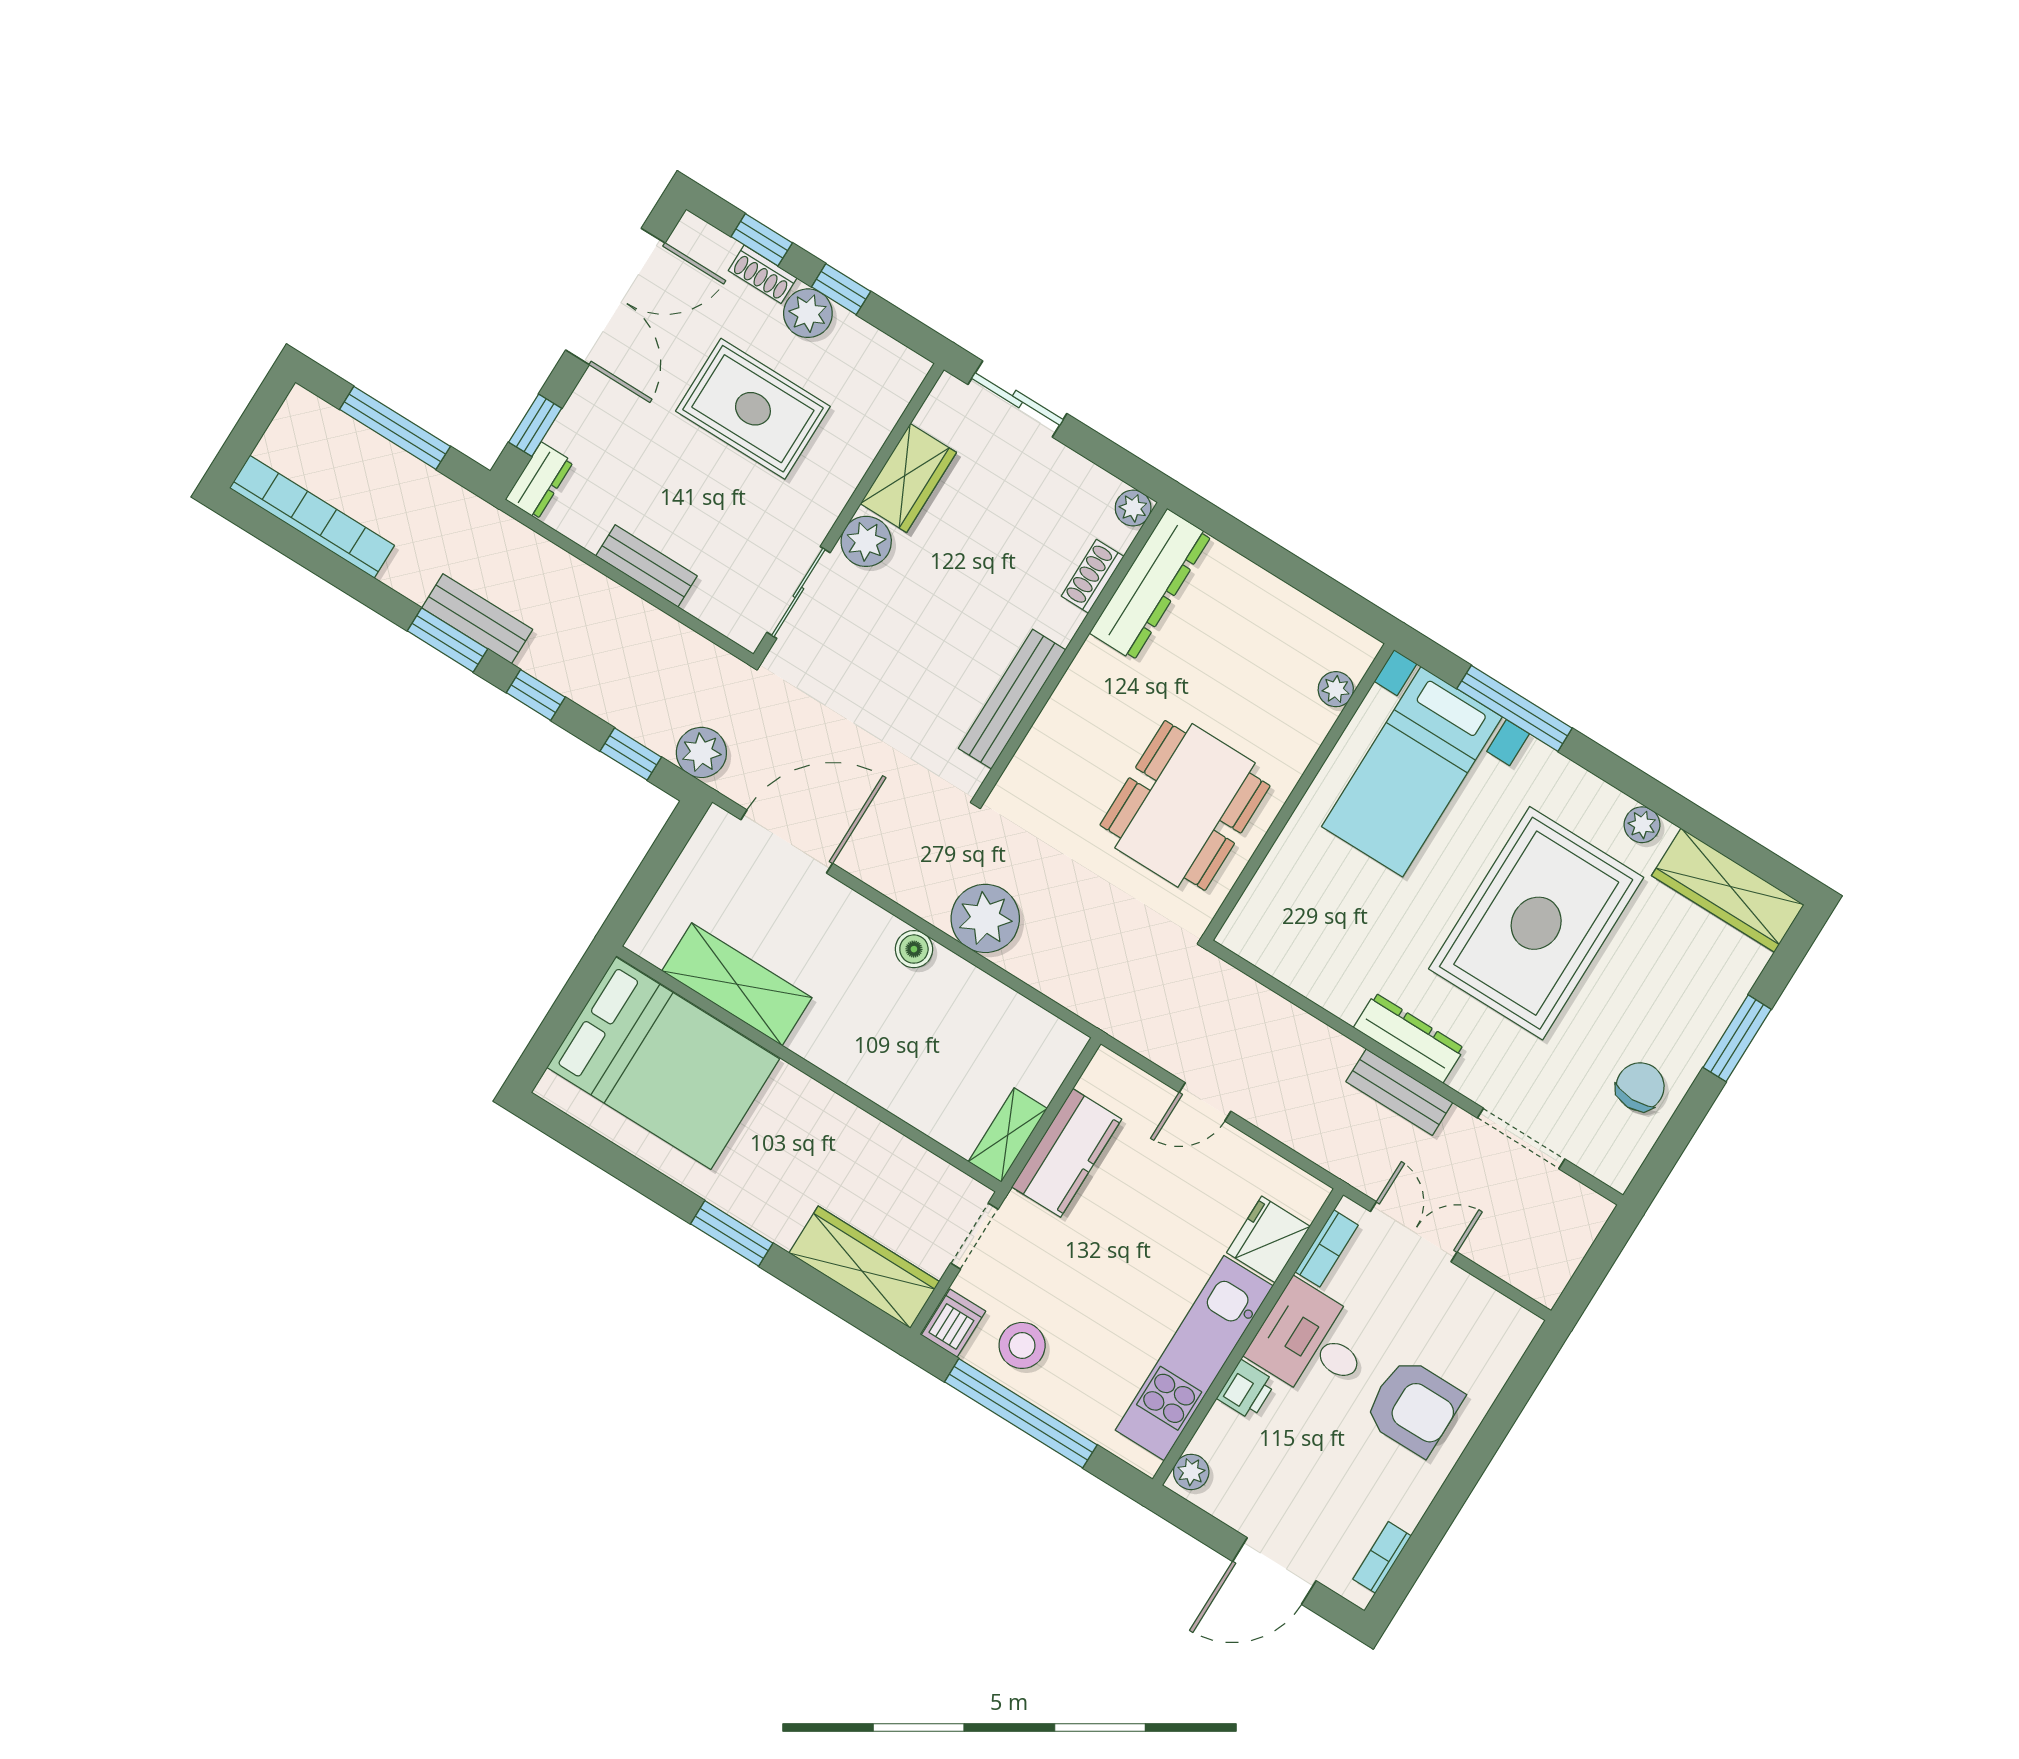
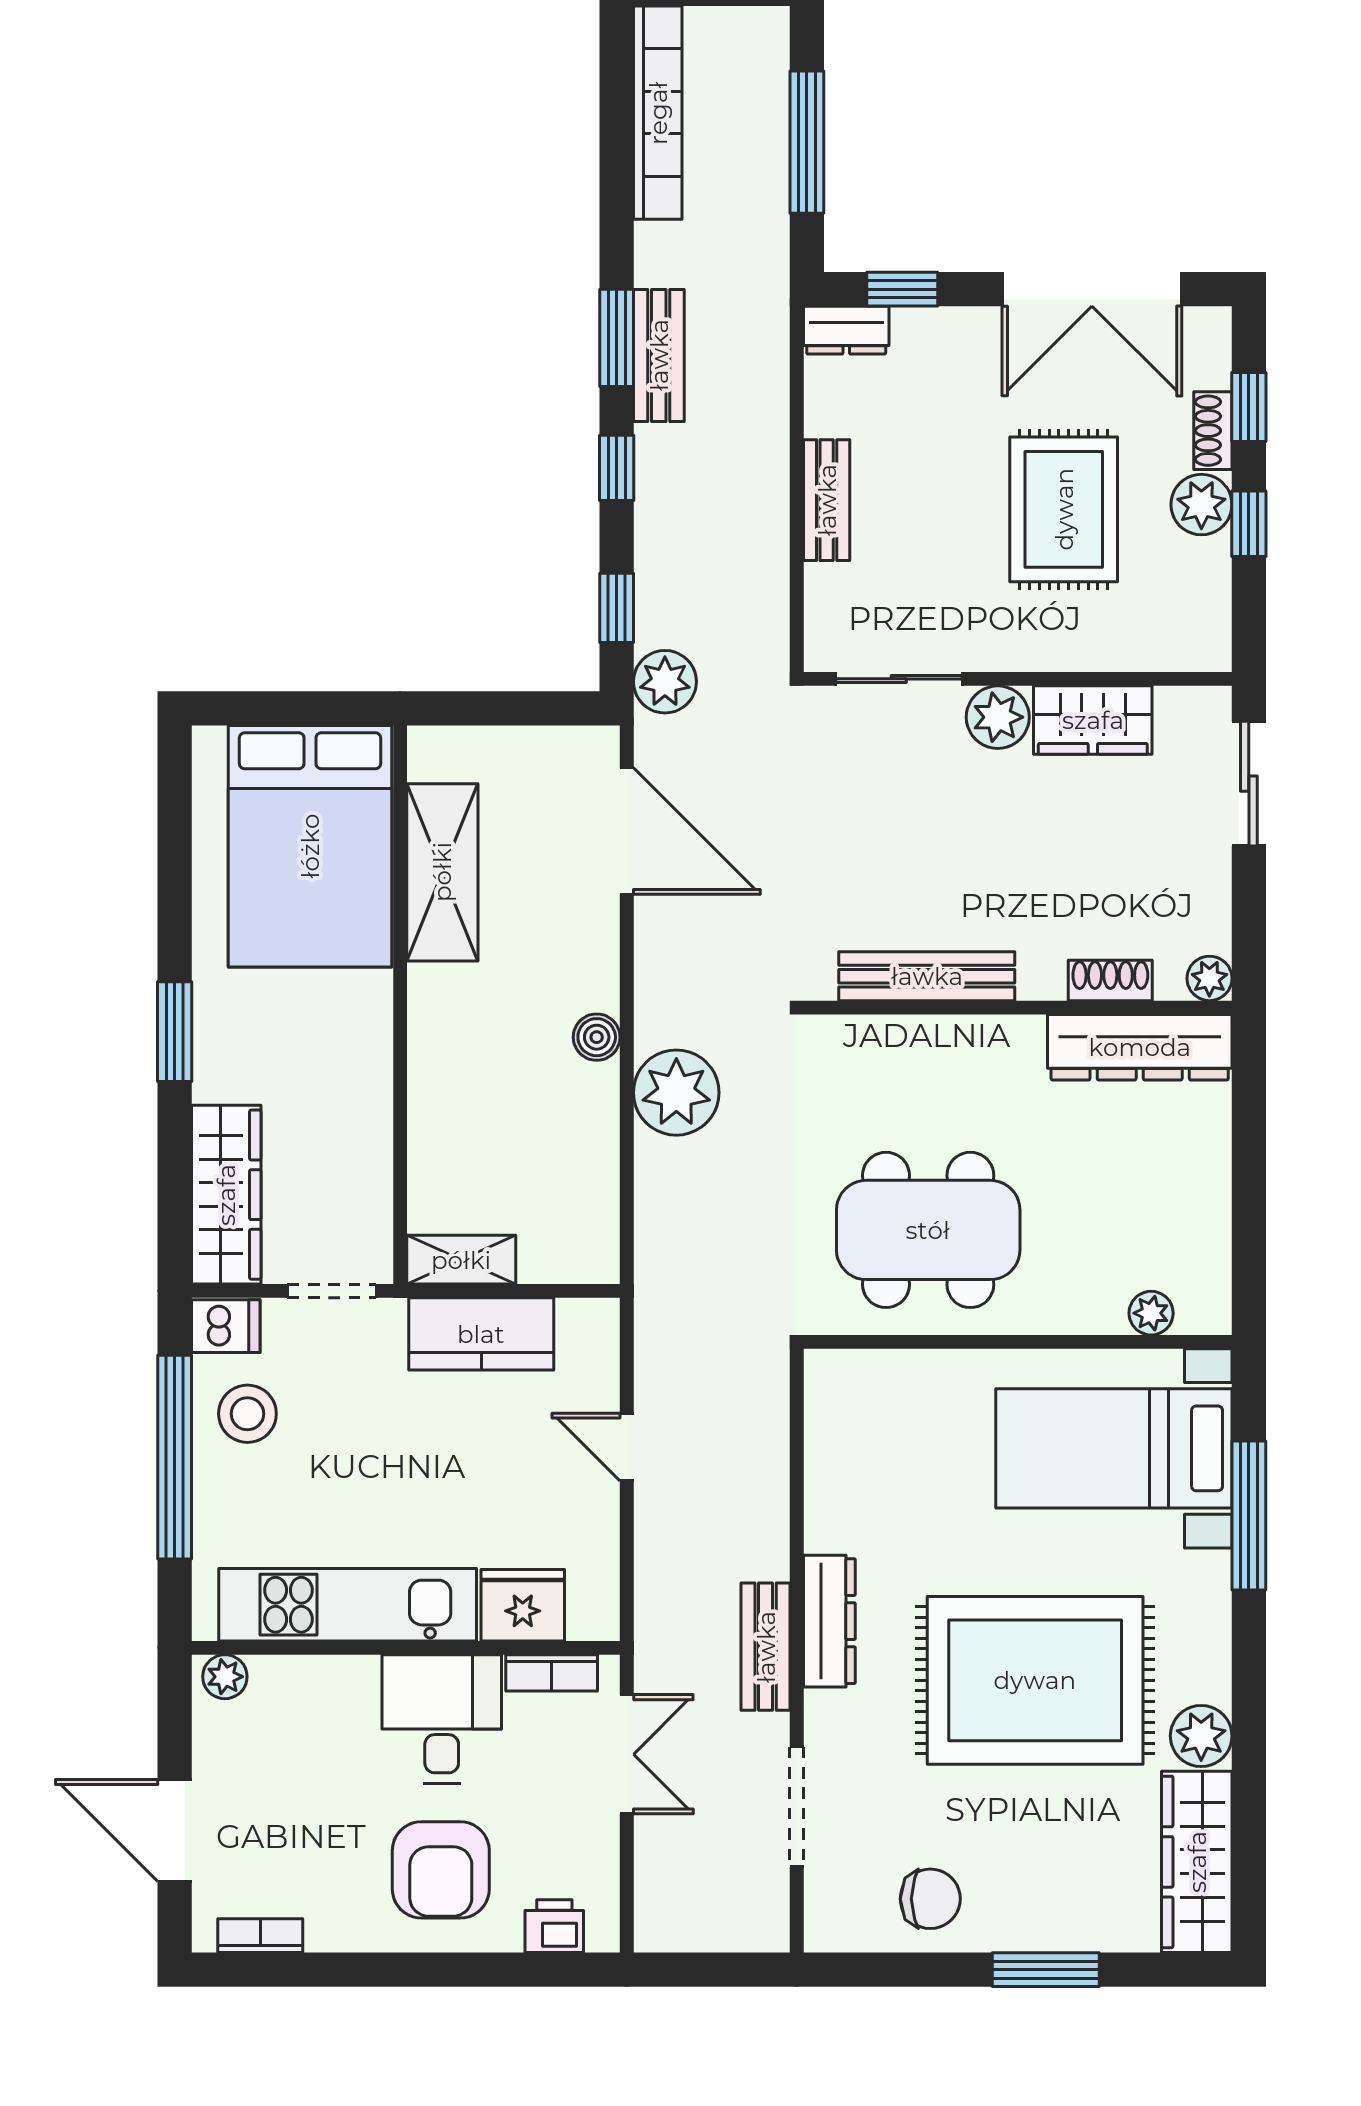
plant: (1642, 825) -> (1201, 1736), width x1.38, depth x1.38
printer: (1246, 1390) -> (554, 1926), moved, turned 180

